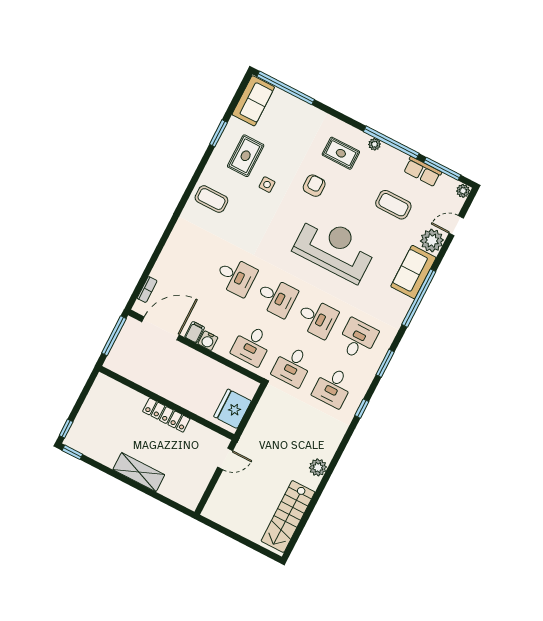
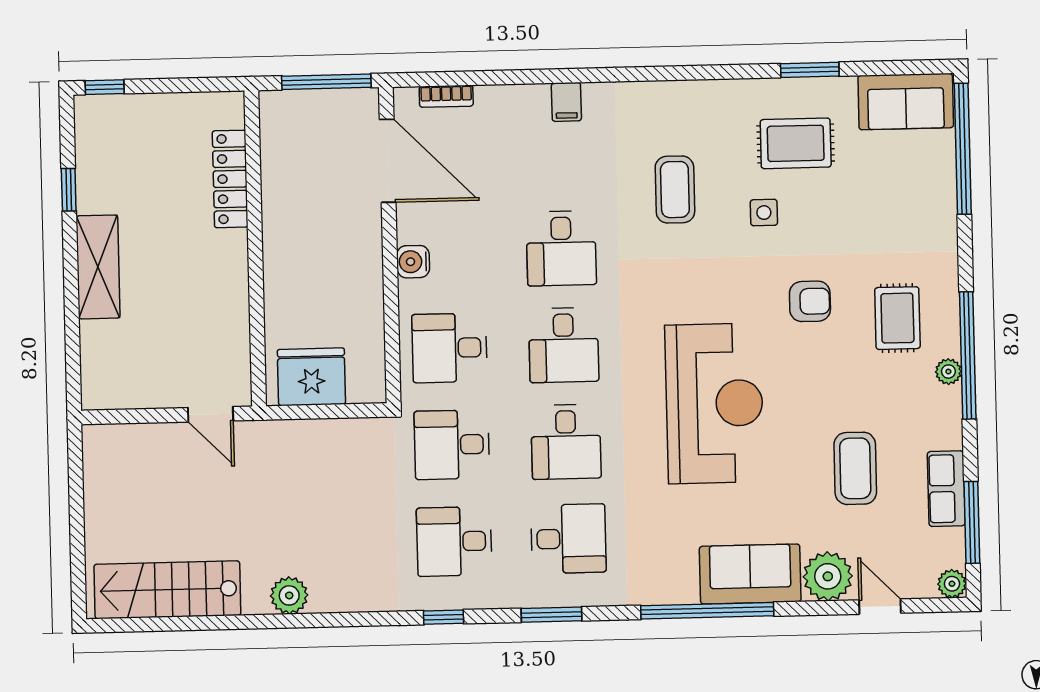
window: (391, 142) -> (968, 355), moved
coffee table: (211, 199) -> (675, 190), moved
filing cabinet: (195, 332) -> (566, 102), moved, turned 90
locker: (166, 415) -> (230, 179), moved
window: (72, 452) -> (69, 190), moved

